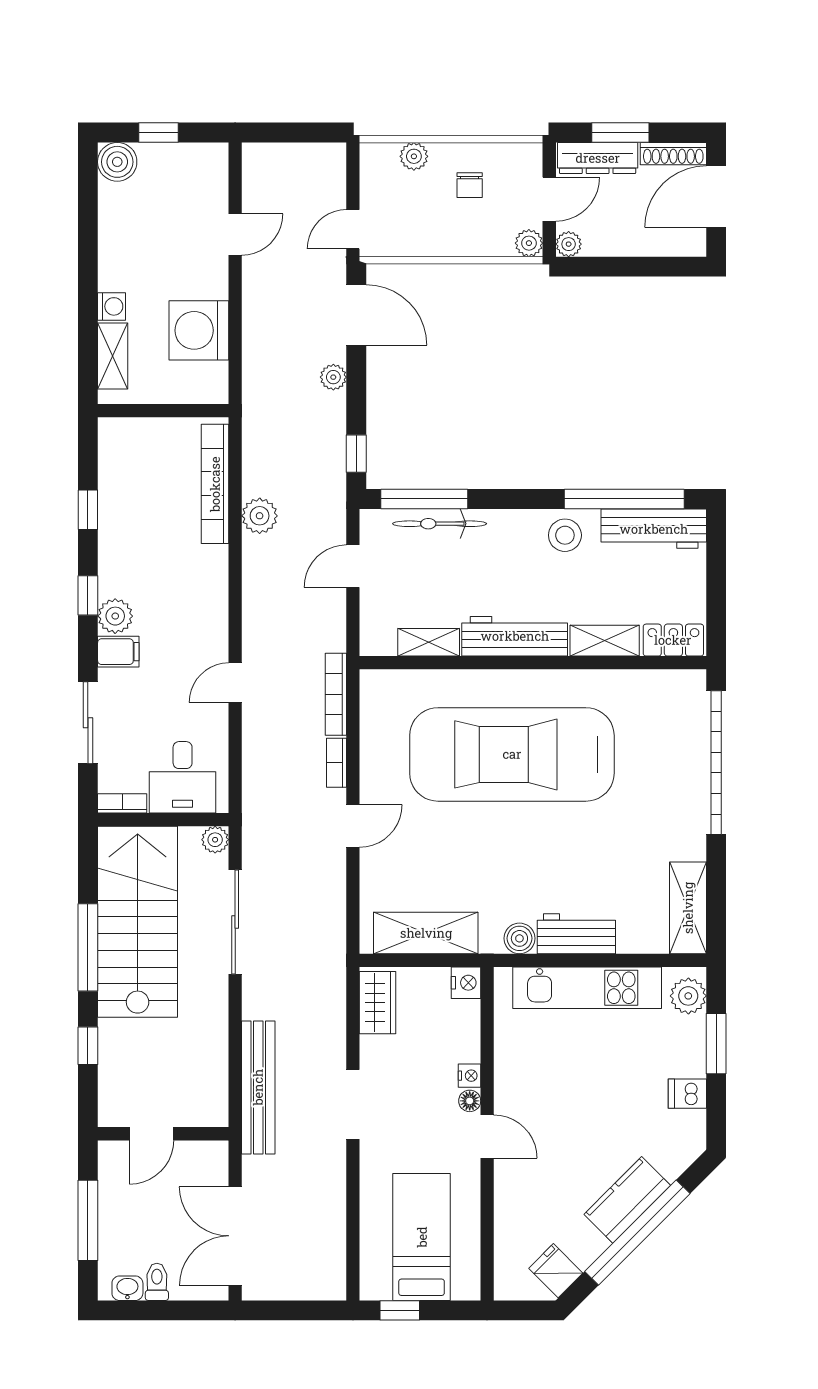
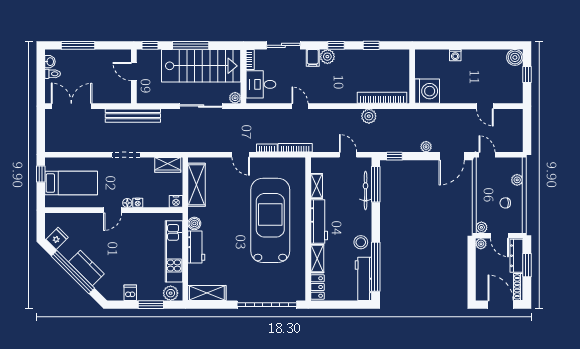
washing machine: (199, 330) -> (427, 91), moved, turned 90
shelving: (113, 356) -> (435, 56), removed
door: (152, 1134) -> (134, 72), moved
wall: (163, 1134) -> (134, 76), moved

